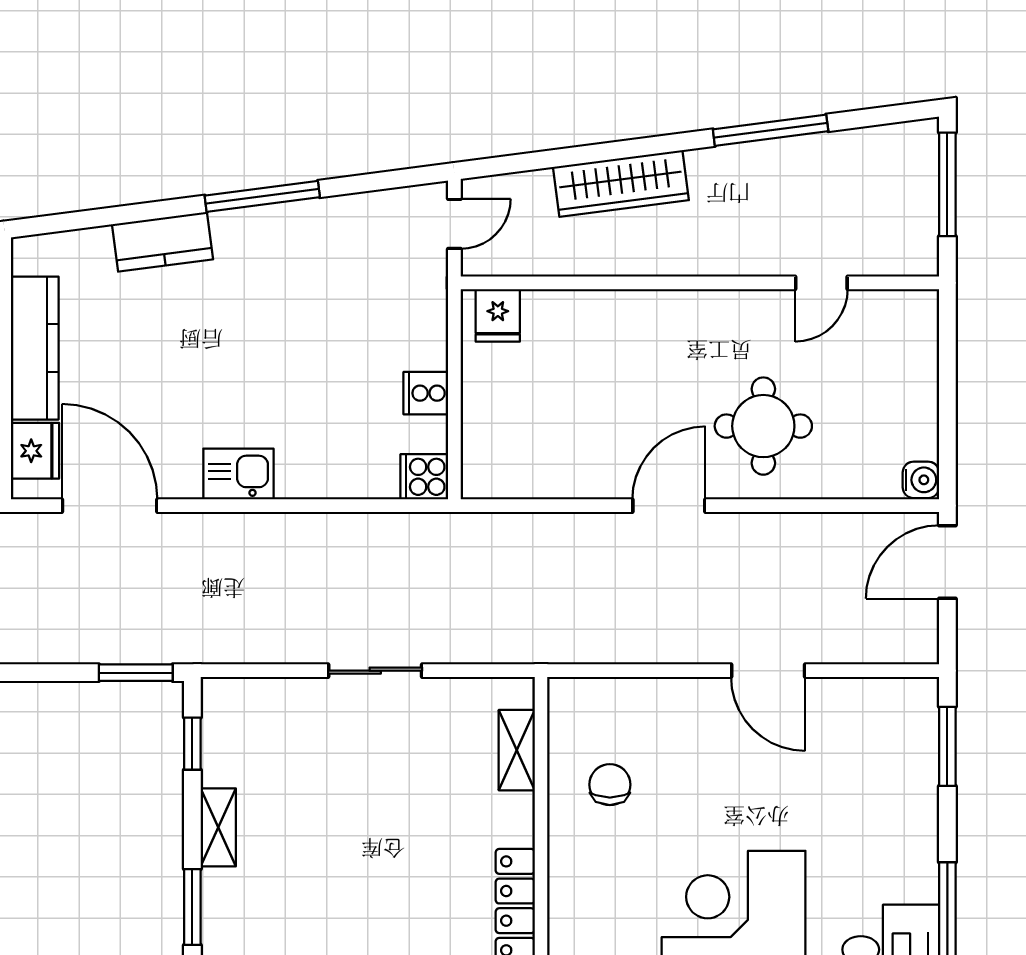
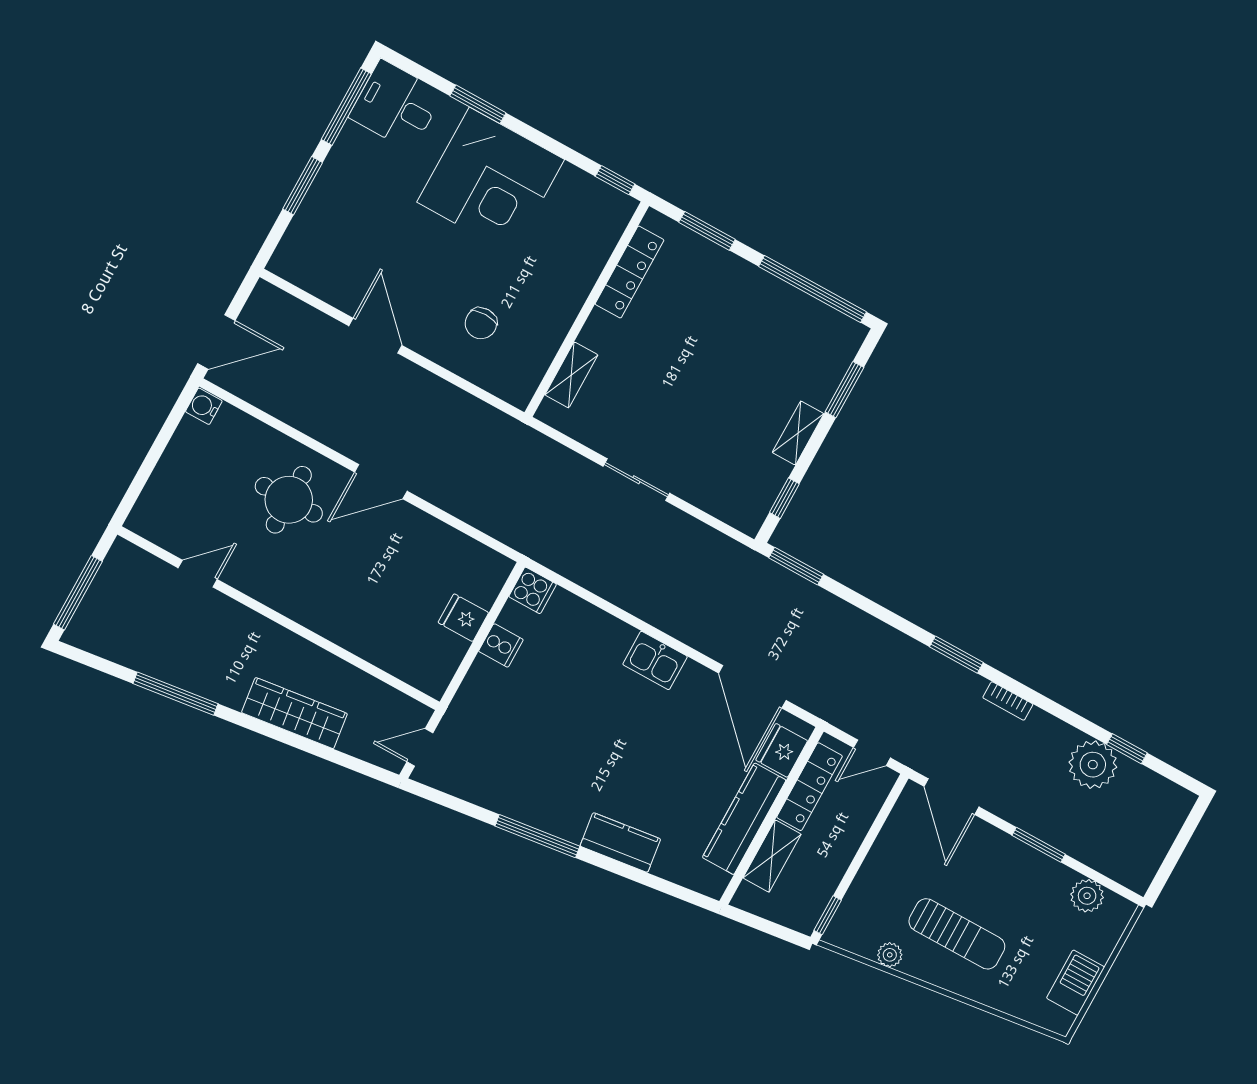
fridge: (498, 315) -> (463, 618), moved, turned -90
window: (947, 746) -> (303, 186), moved
chair: (610, 785) -> (481, 323), moved

